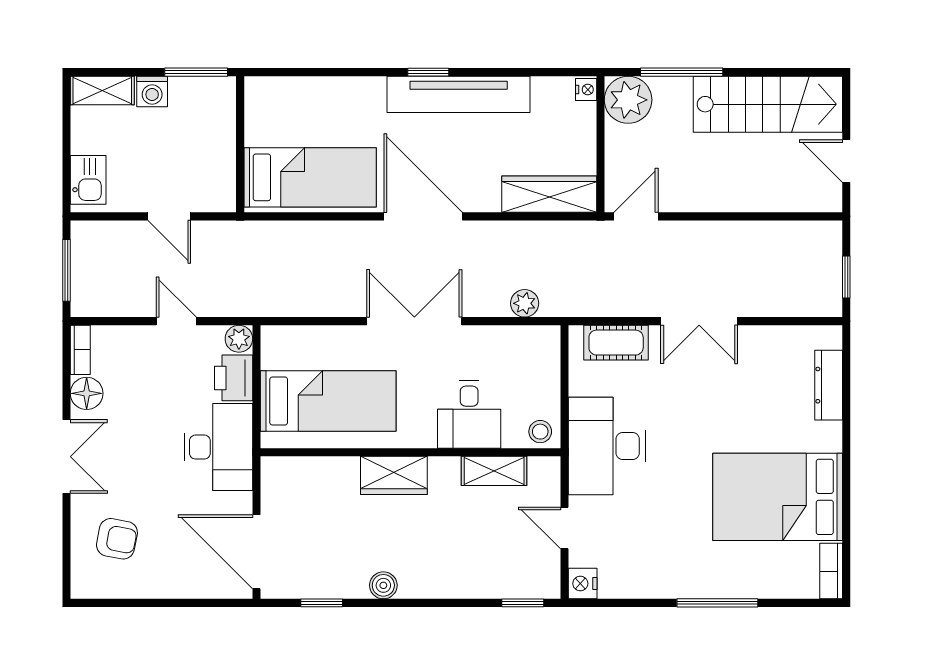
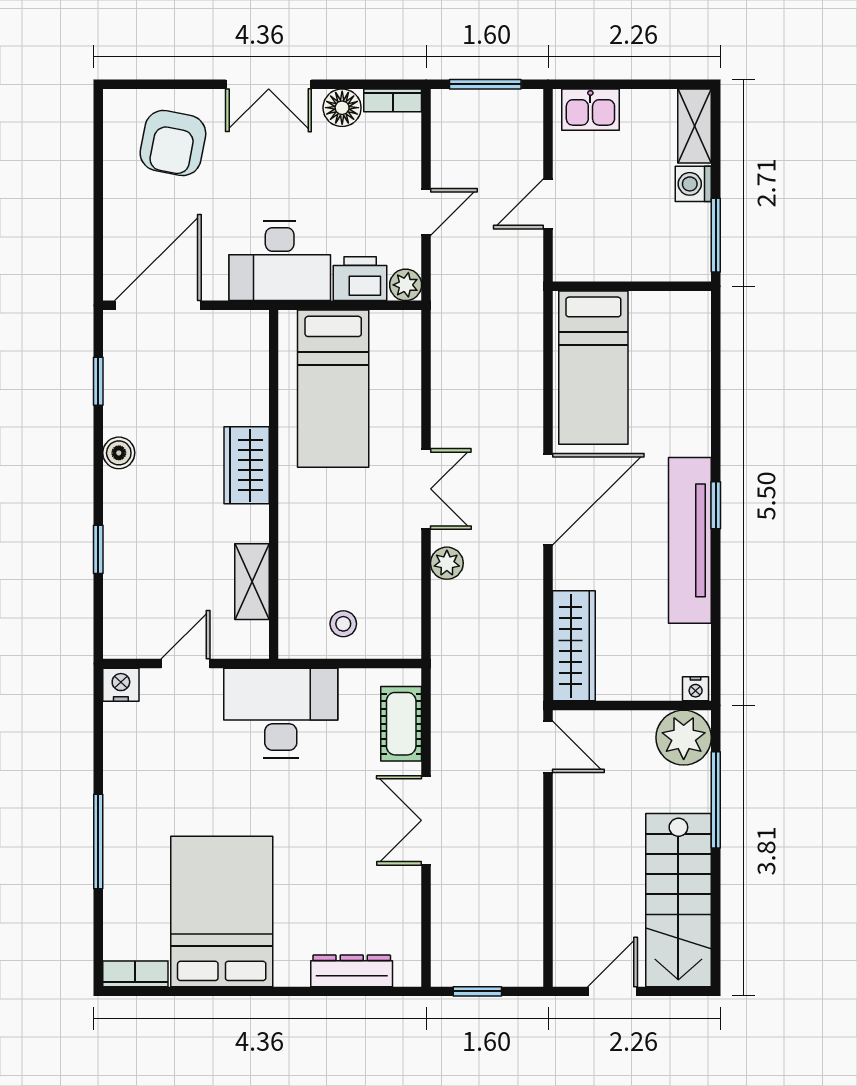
plant: (525, 303) -> (447, 563), moved
double door: (414, 321) -> (426, 489), width x0.73
desk: (469, 414) -> (318, 553), removed
stool: (540, 432) -> (343, 624), moved
armchair: (117, 539) -> (173, 143), width x1.38, depth x1.38
window: (523, 603) -> (98, 549), moved

